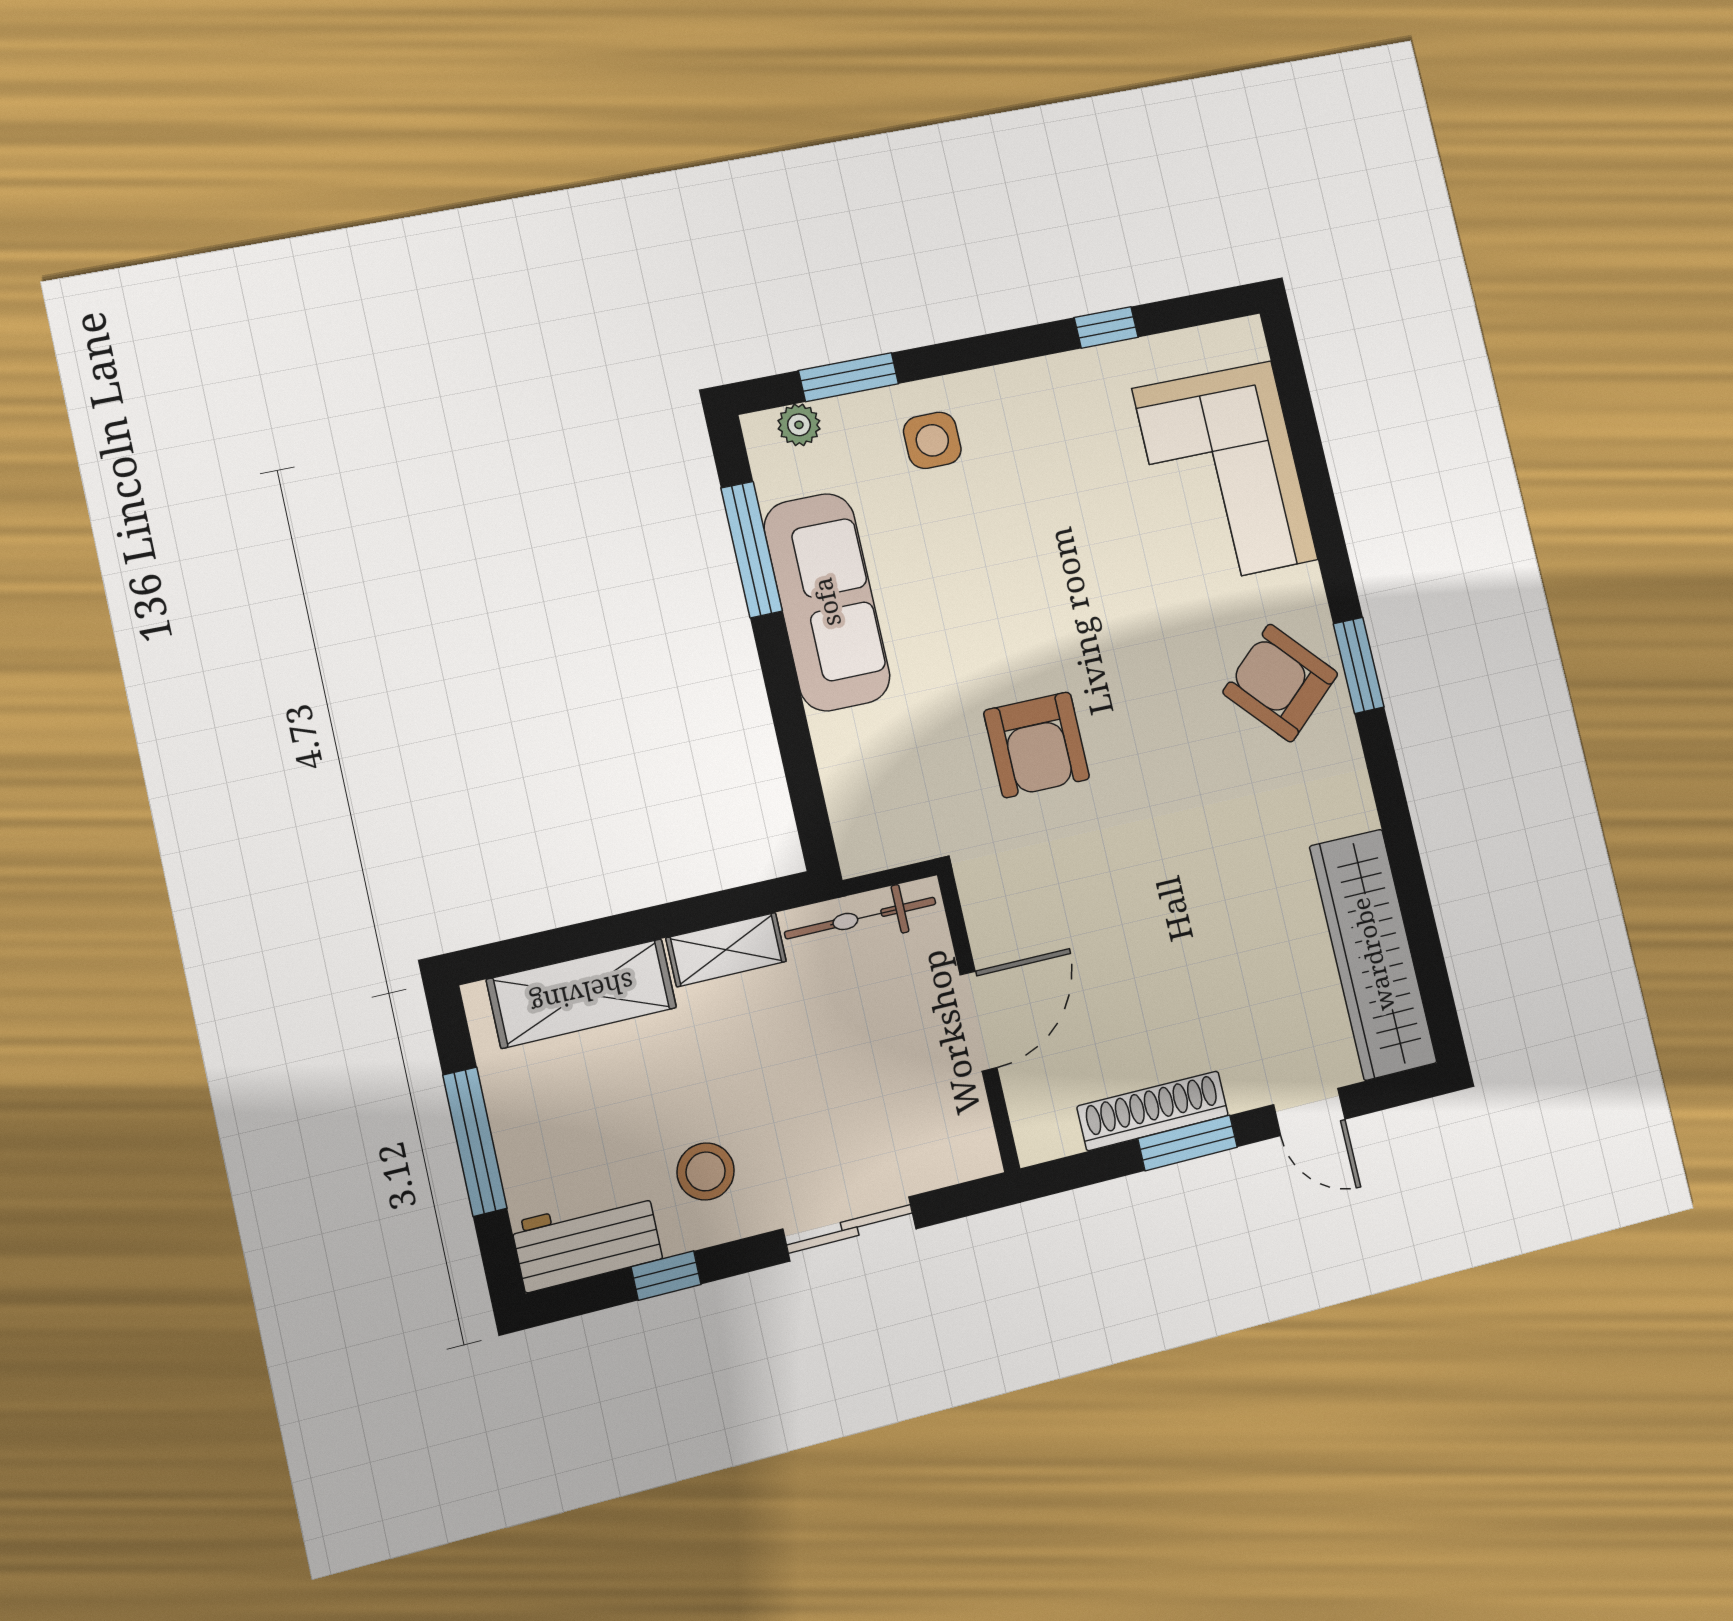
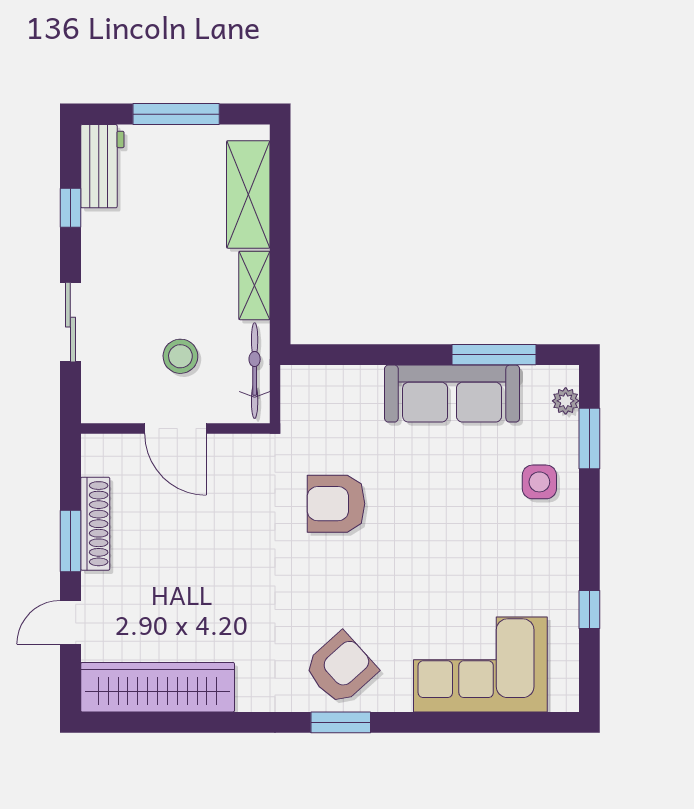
stool: (706, 1171) -> (180, 356), moved

